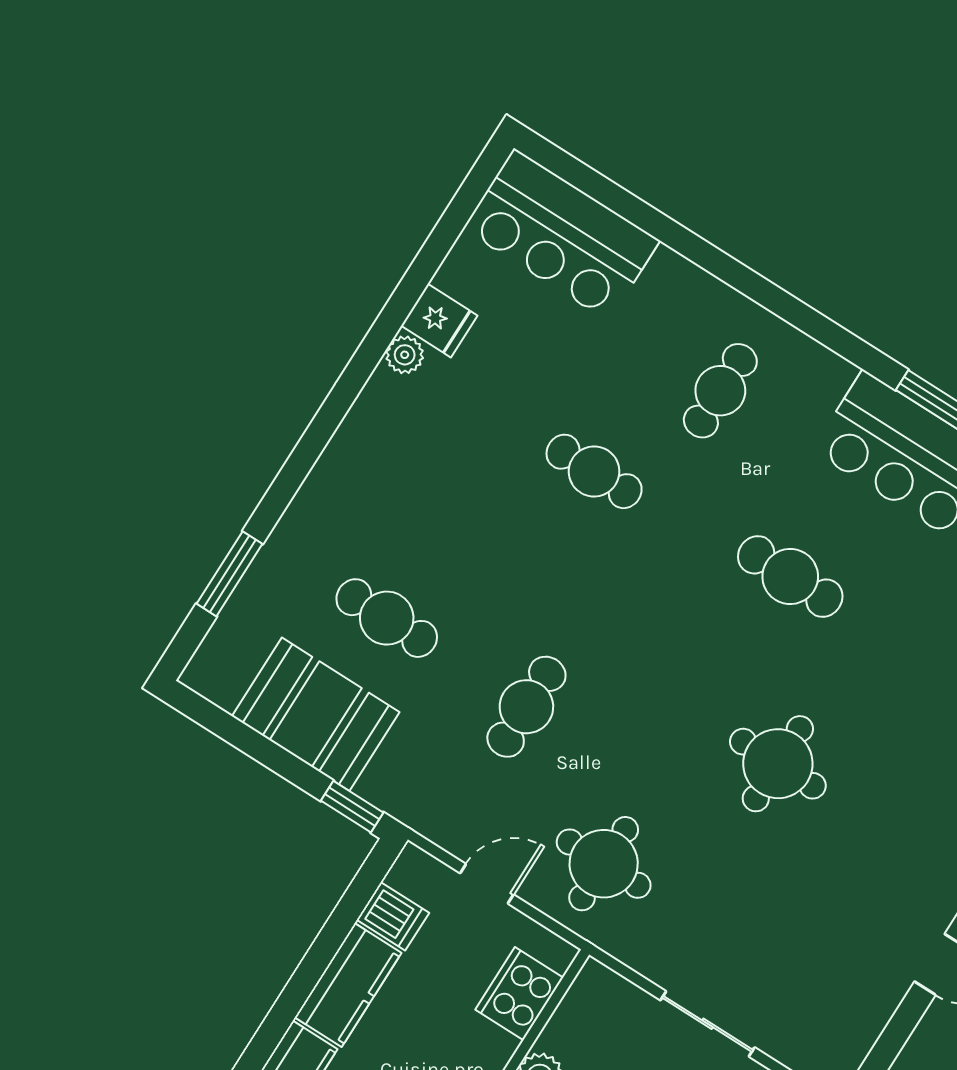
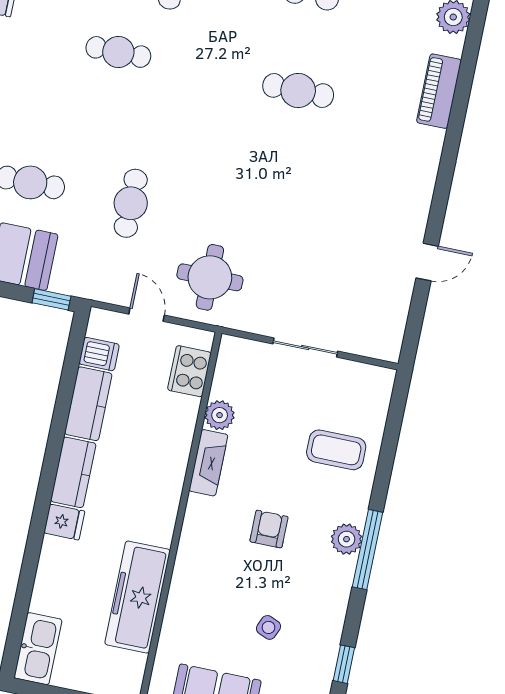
cafe table: (790, 576) -> (298, 90), moved
round table: (778, 764) -> (289, 181), removed
door: (487, 884) -> (147, 315), hinge flipped

